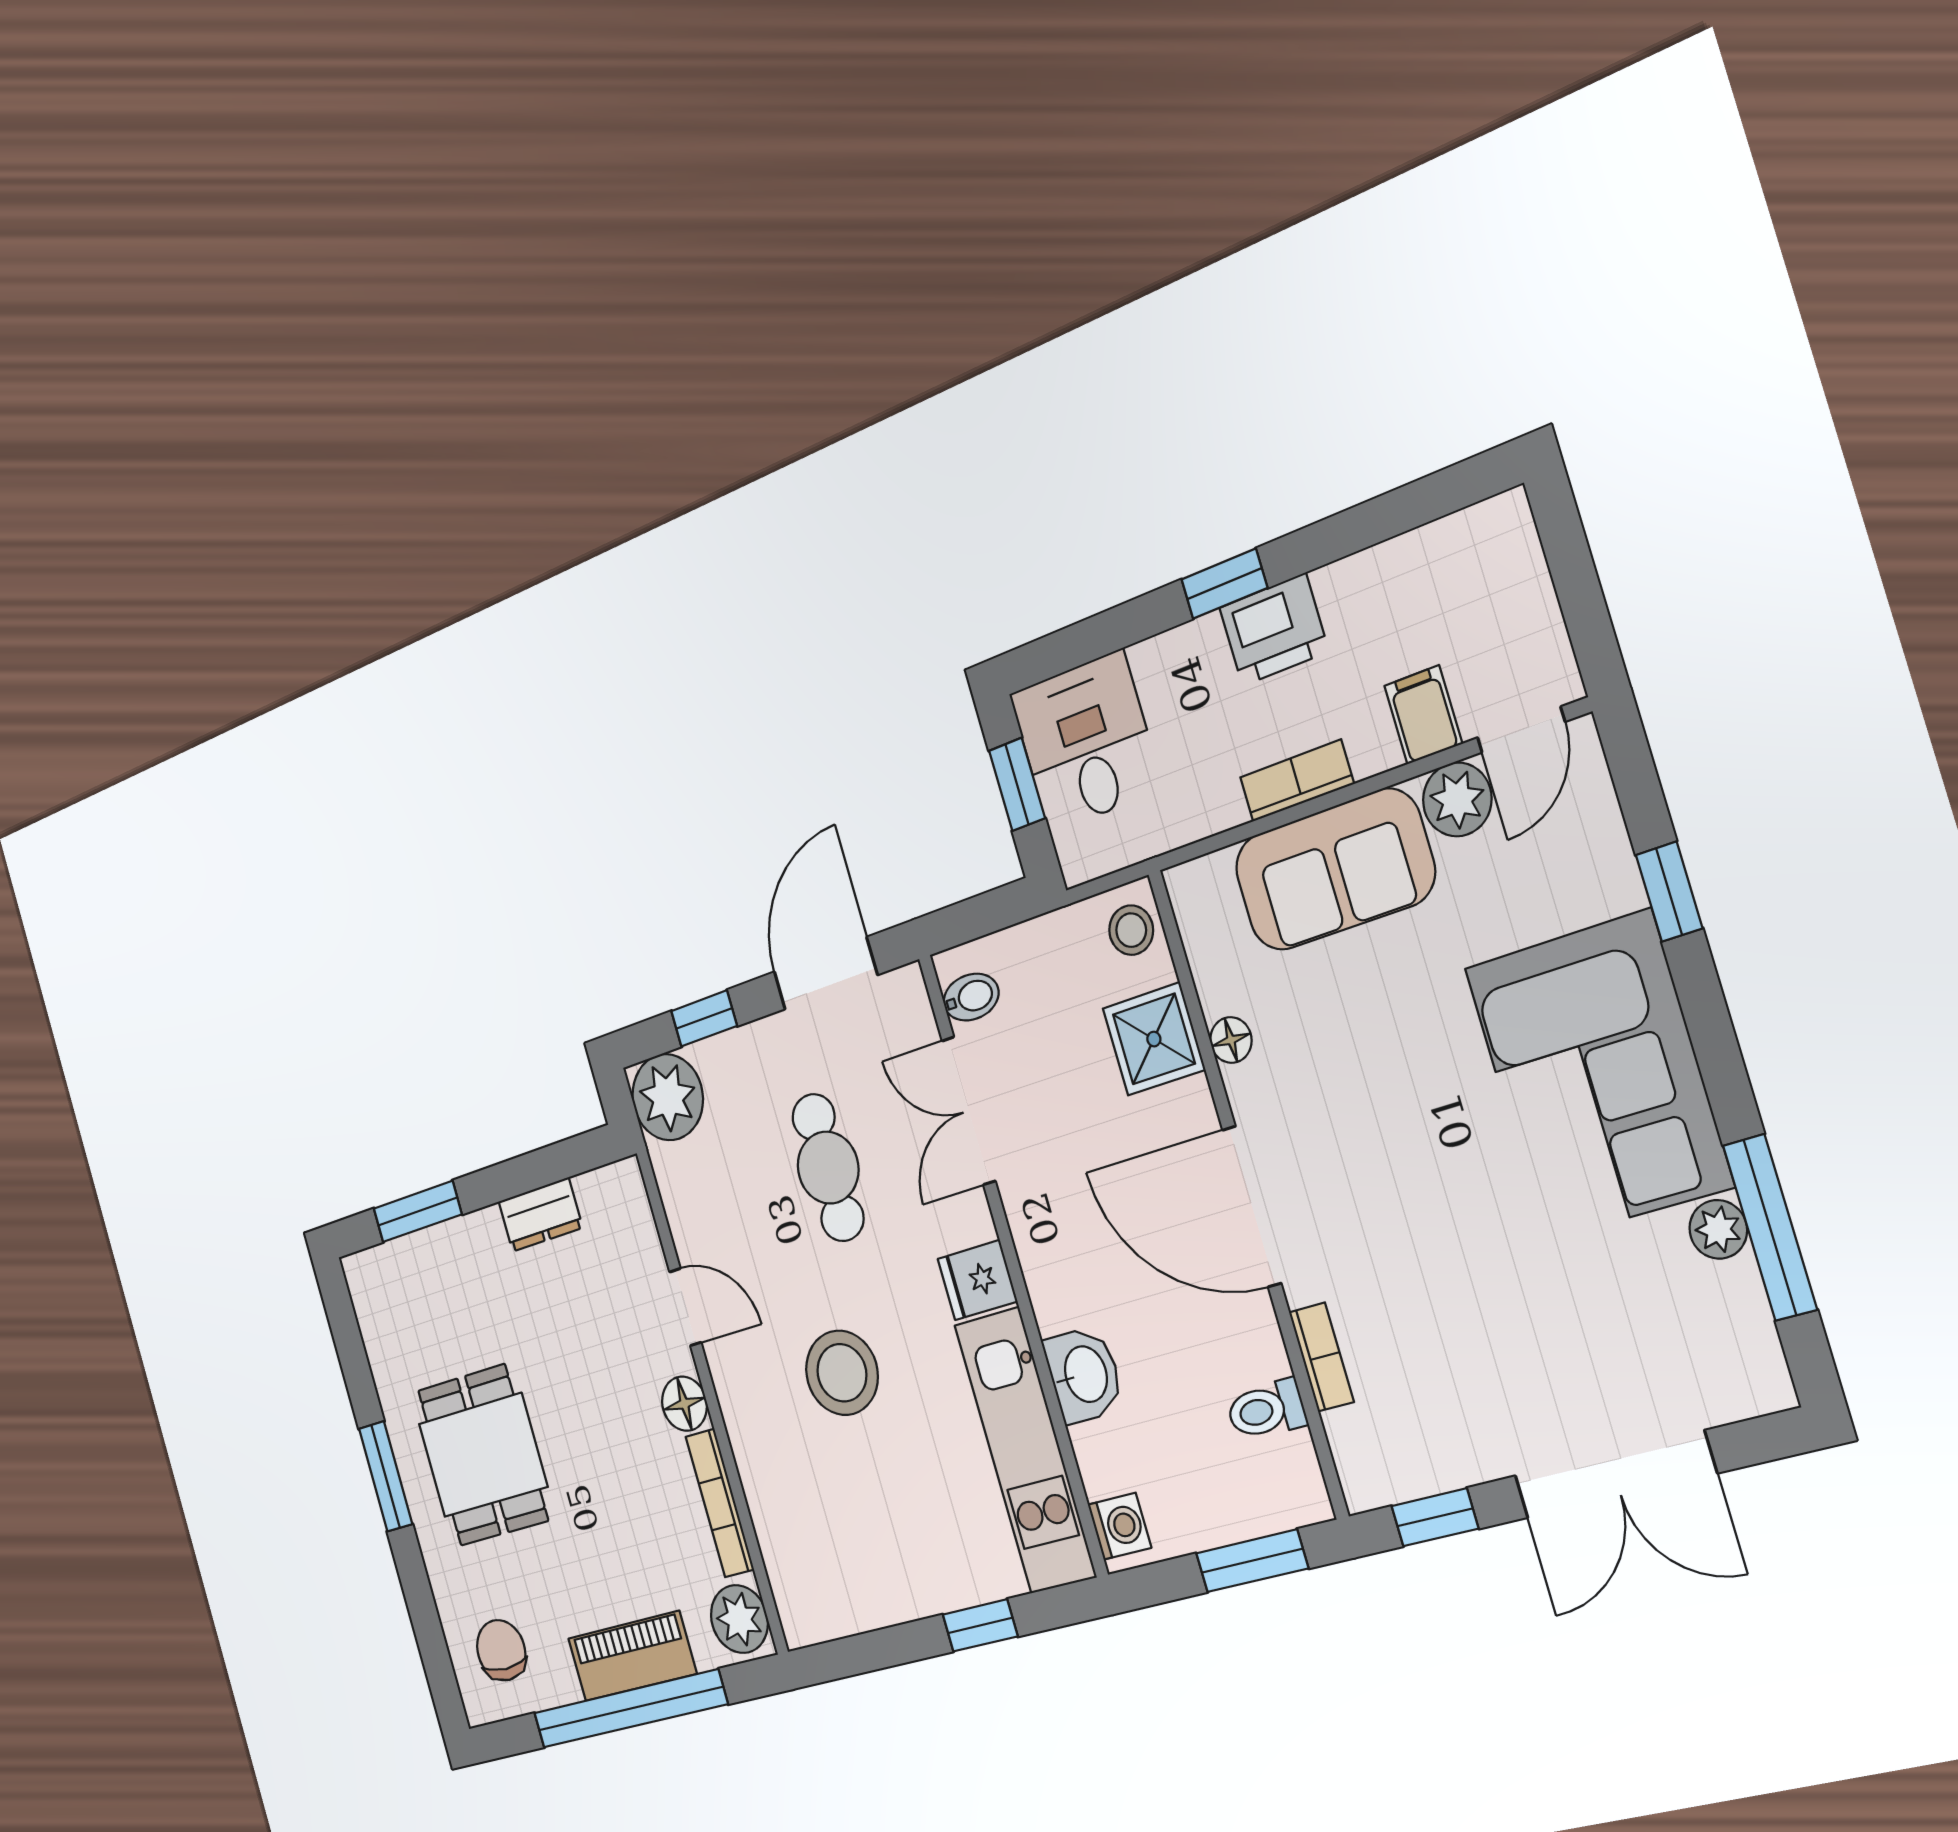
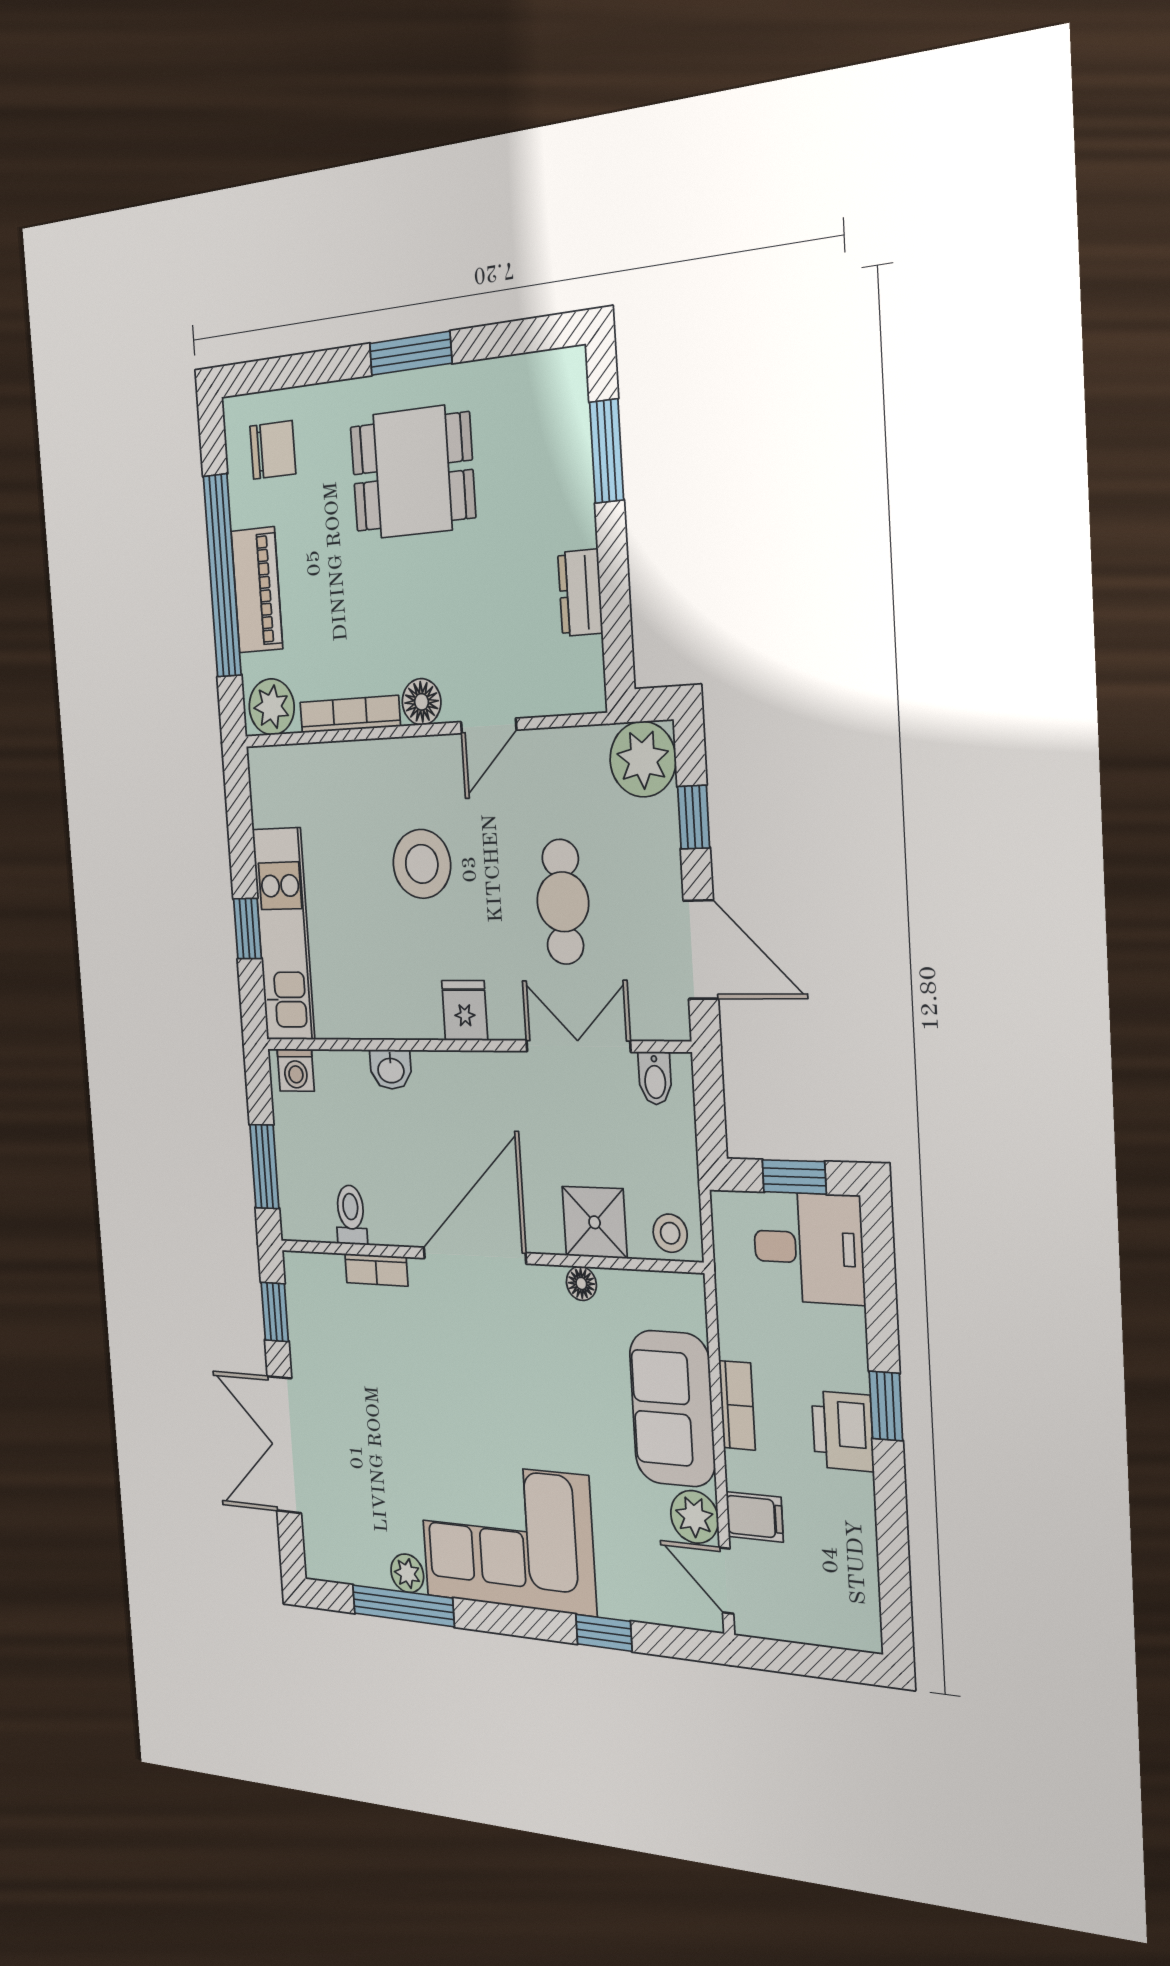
cafe table: (828, 1168) -> (563, 902), turned 90
washbasin: (1084, 1375) -> (391, 1069), width x0.72, depth x0.69
kitchen unit: (1025, 1450) -> (283, 934), moved, turned 90

